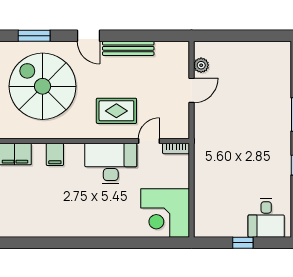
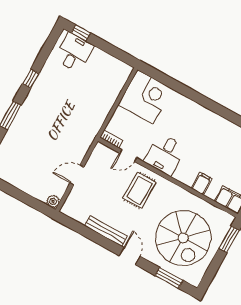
plant: (201, 65) -> (53, 201), moved
rug: (116, 111) -> (139, 190), turned 90
desk: (111, 164) -> (165, 154), width x0.73
window: (243, 243) -> (81, 33), moved

